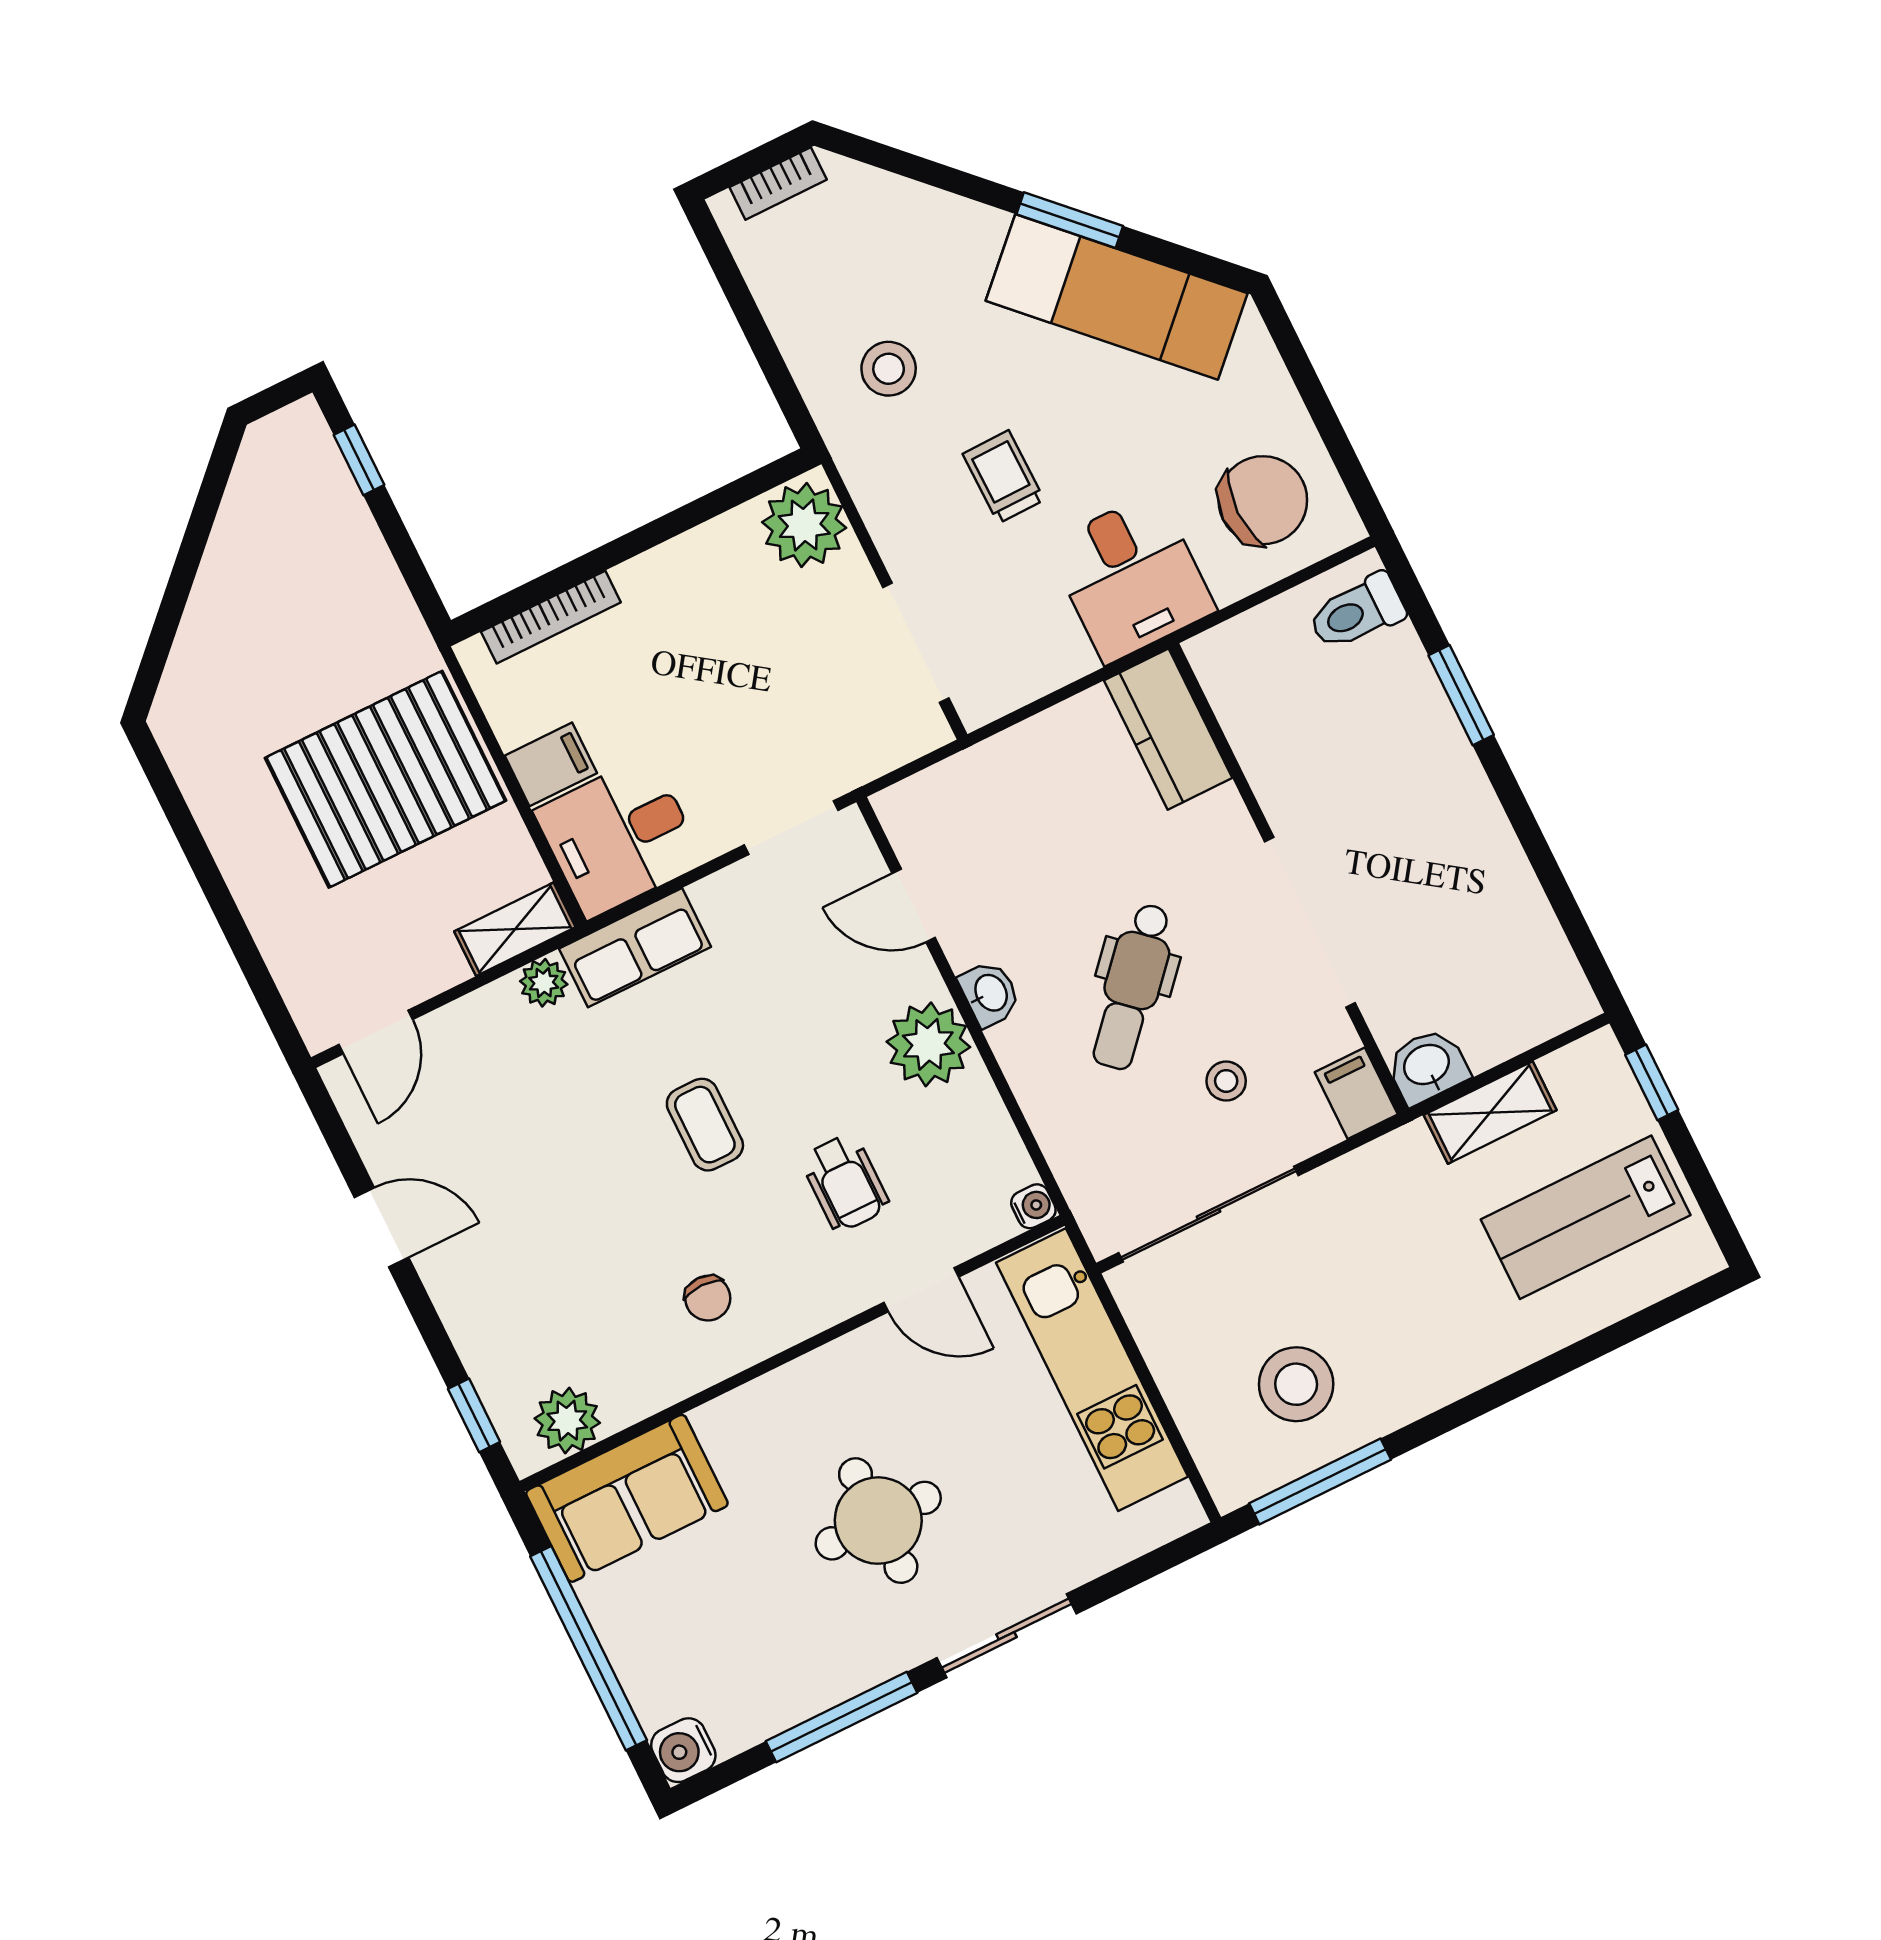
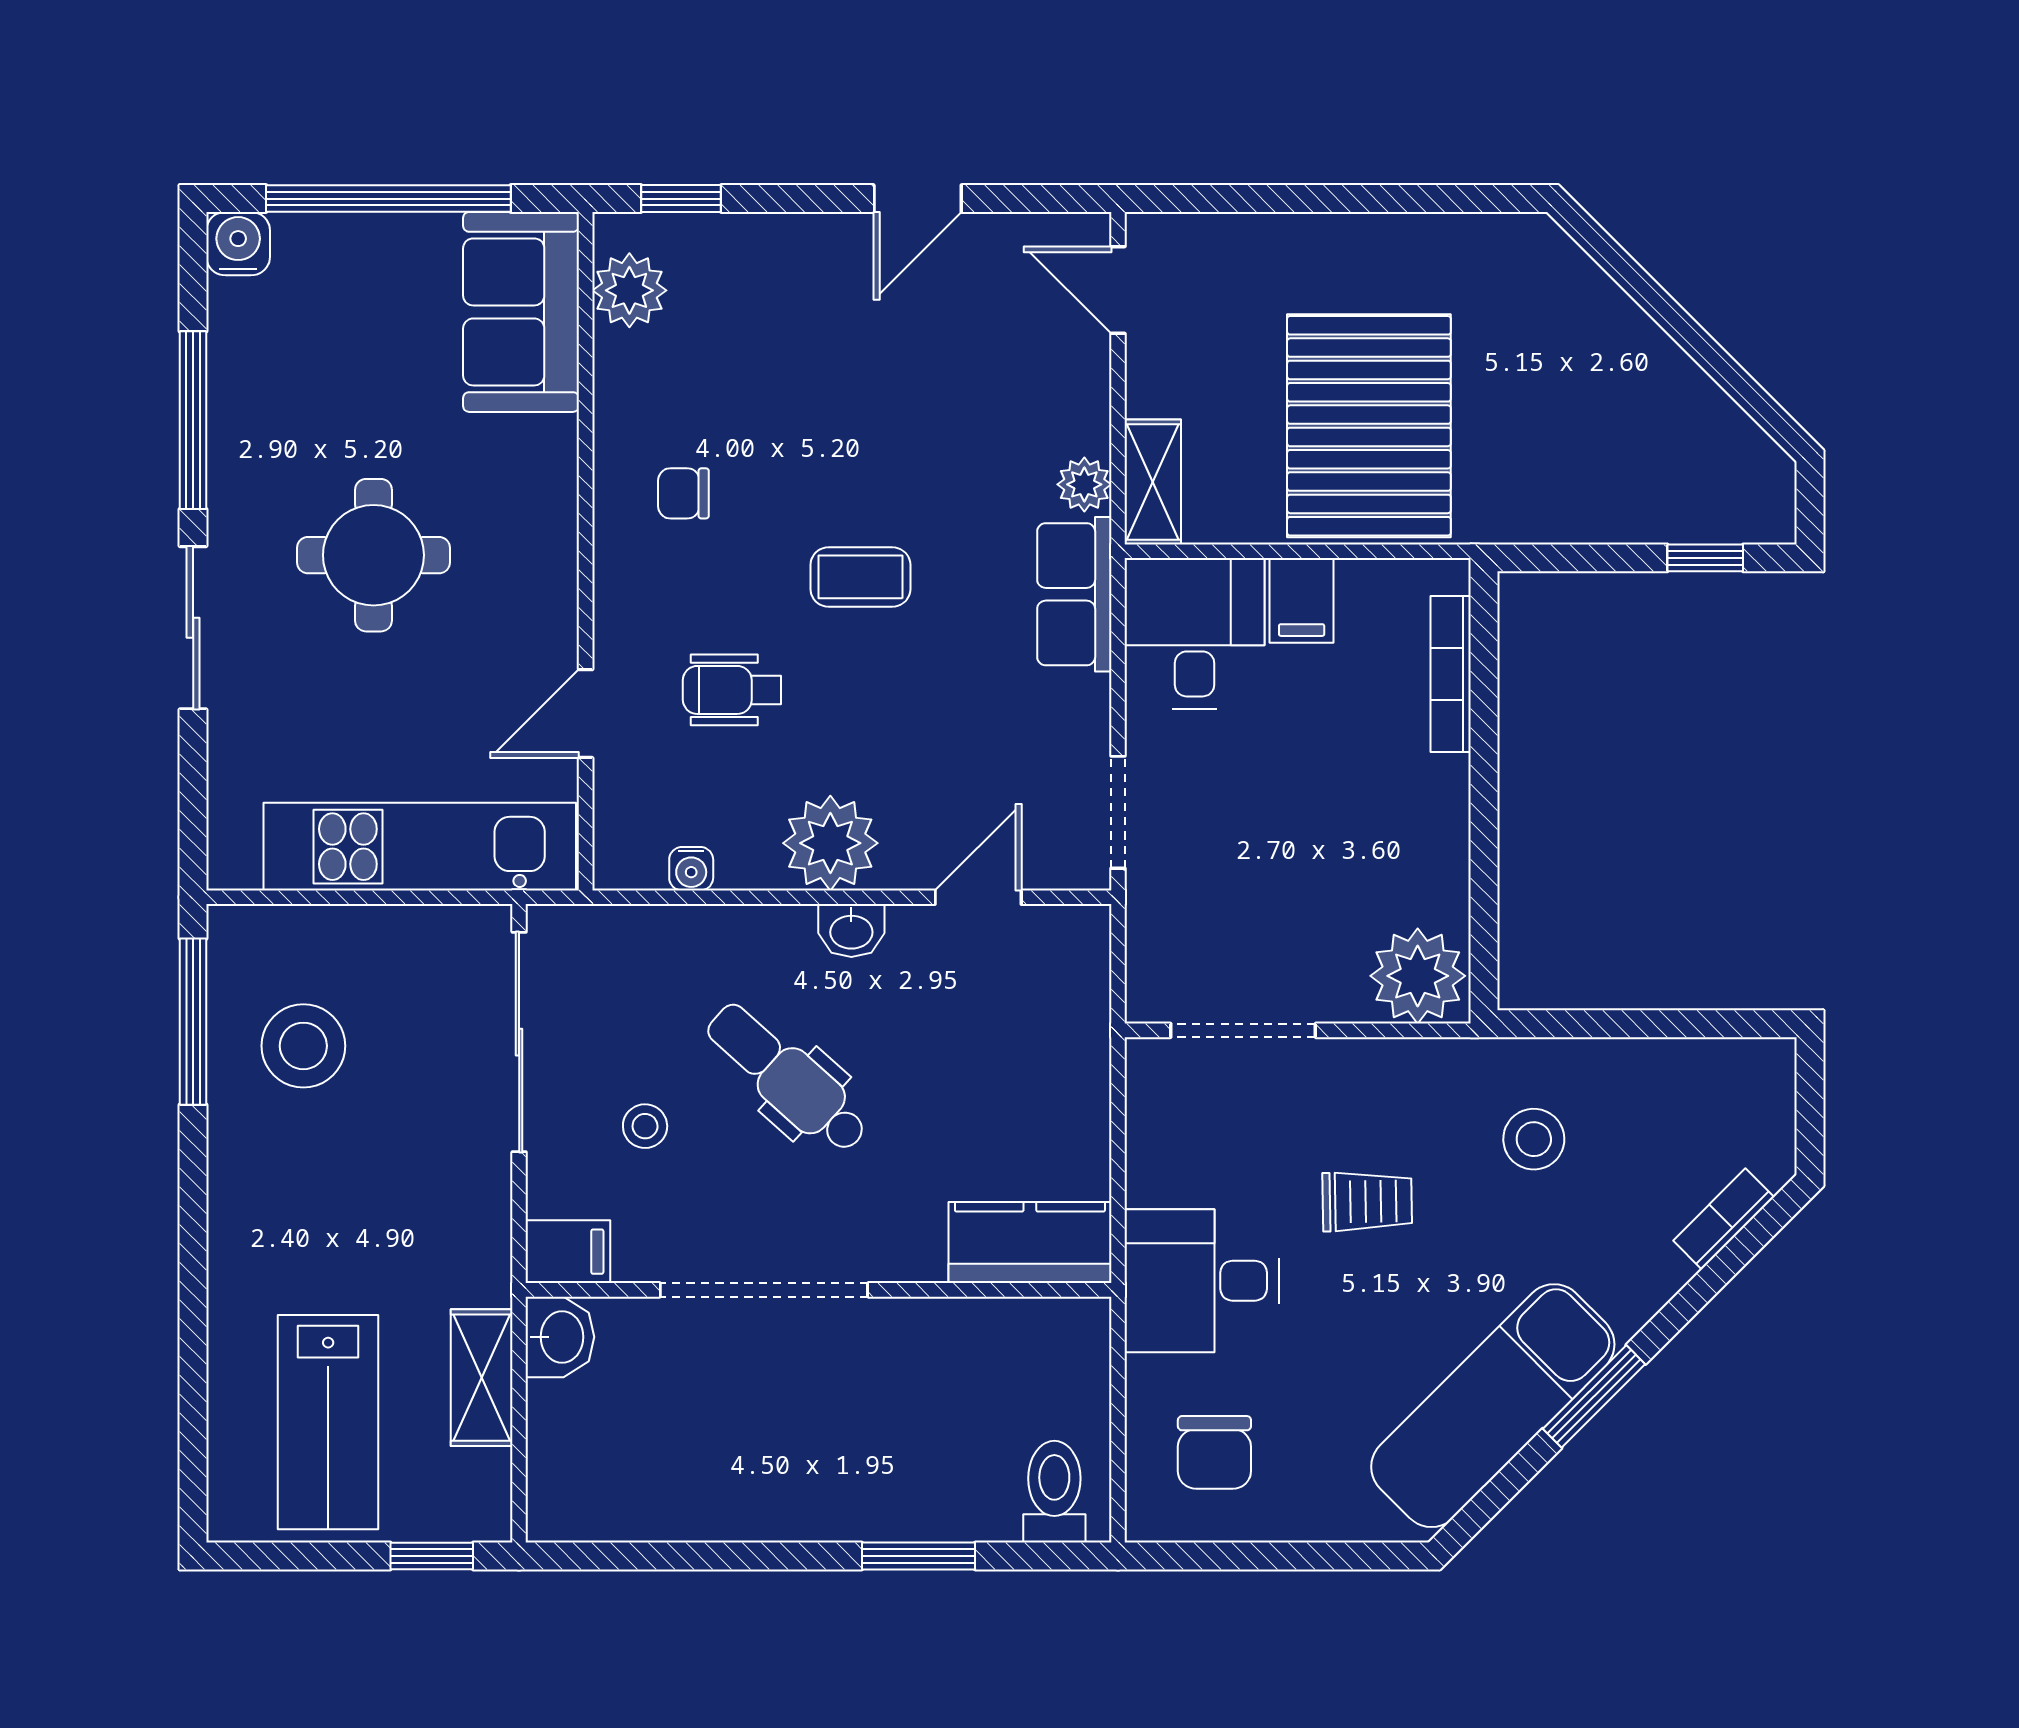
bookcase: (778, 183) -> (1724, 1219), moved, turned 45
chair: (1263, 500) -> (1214, 1452), width x0.73, depth x0.73
water cooler: (1033, 1206) -> (691, 869), moved
lab bench: (1586, 1217) -> (328, 1422), turned 180

